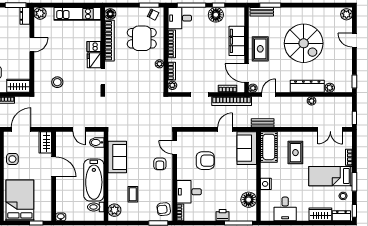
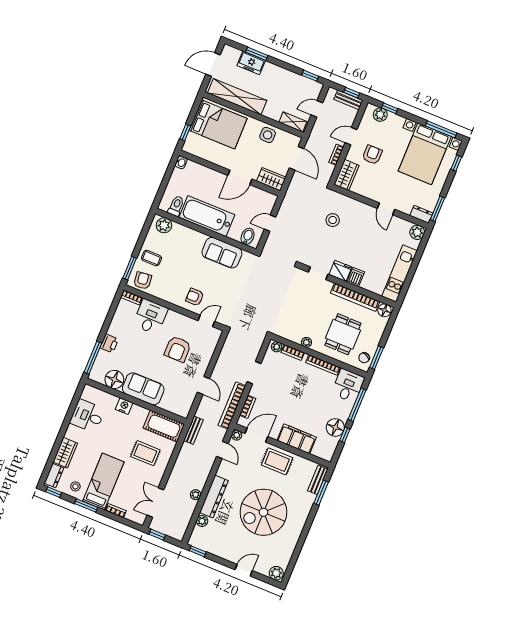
sofa: (247, 148) -> (143, 389), moved
coffee table: (133, 194) -> (151, 258), moved

